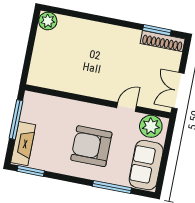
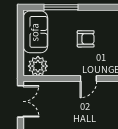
door: (127, 107) -> (88, 79), moved
armchair: (91, 146) -> (86, 39), width x0.53, depth x0.53

